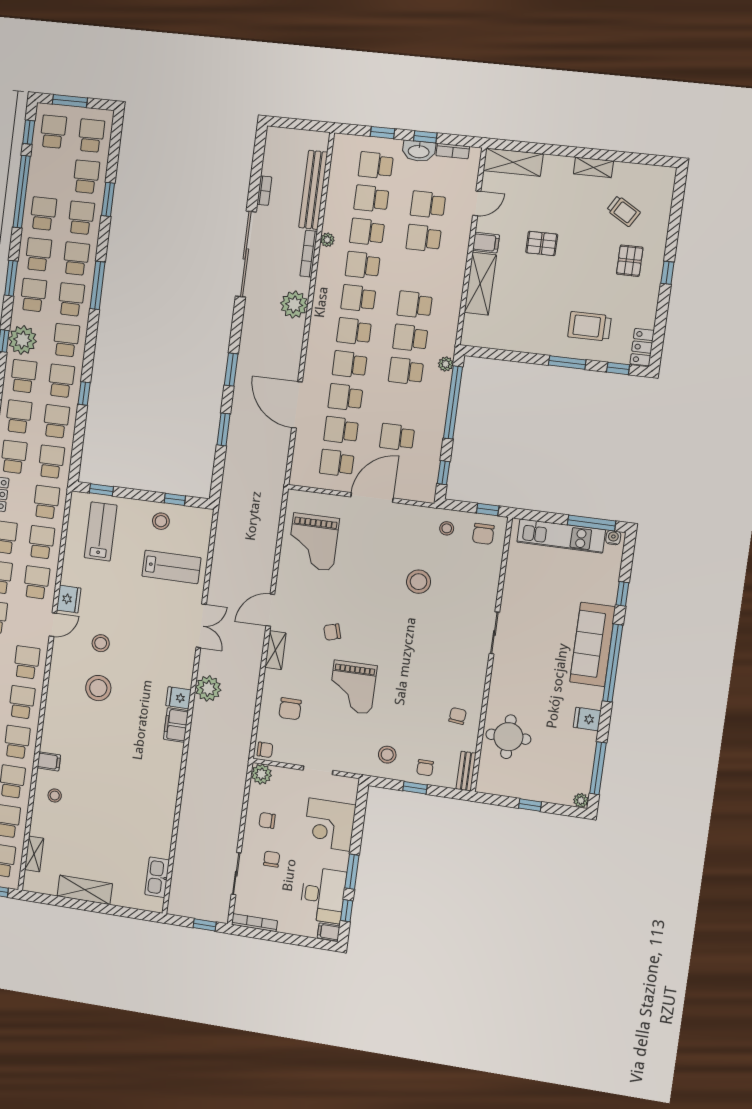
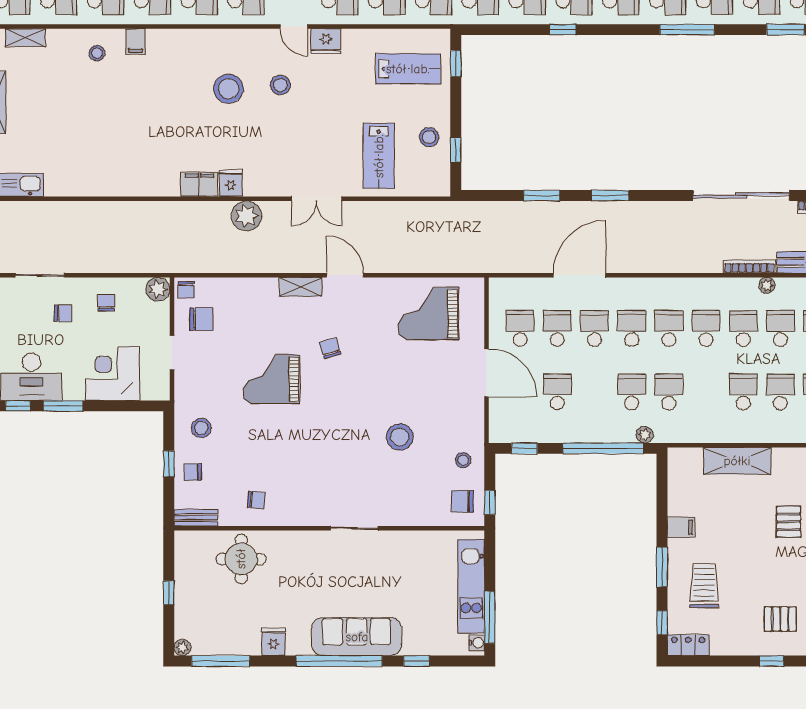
filing cabinet: (486, 243) -> (681, 527), moved, turned -90
plant: (294, 305) -> (691, 257), removed
school desk: (415, 305) -> (743, 392), moved
chair: (290, 709) -> (202, 319), moved, turned 180

